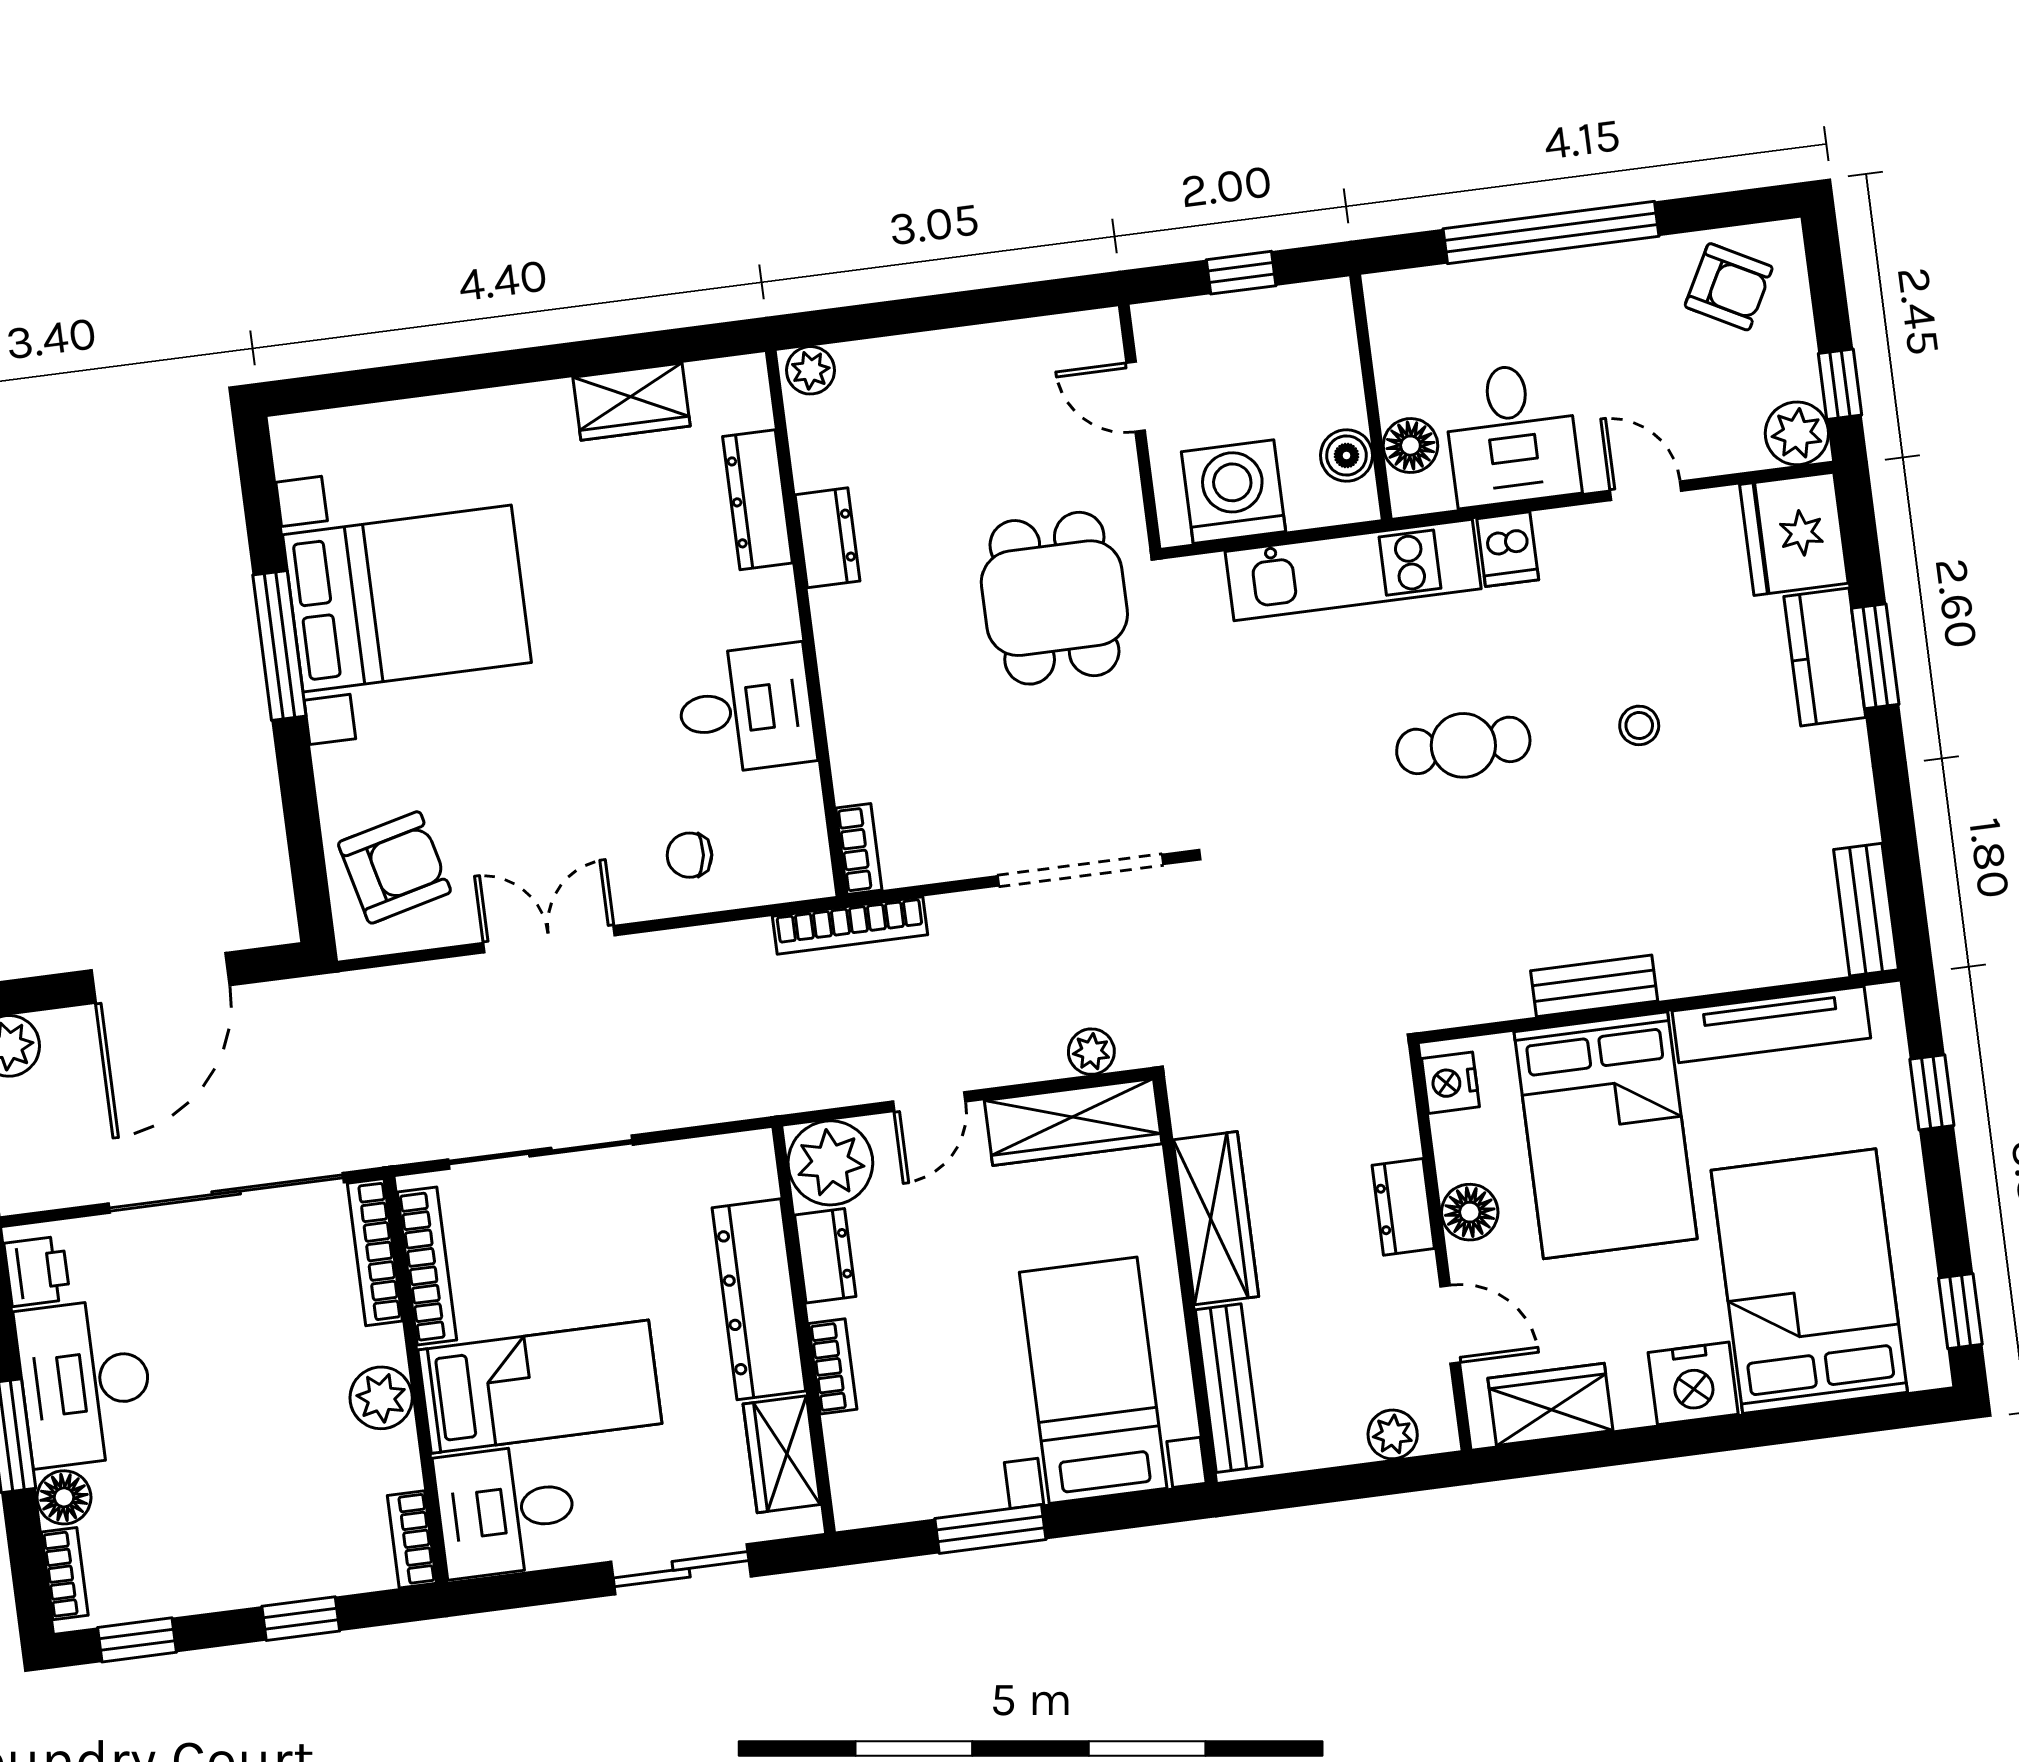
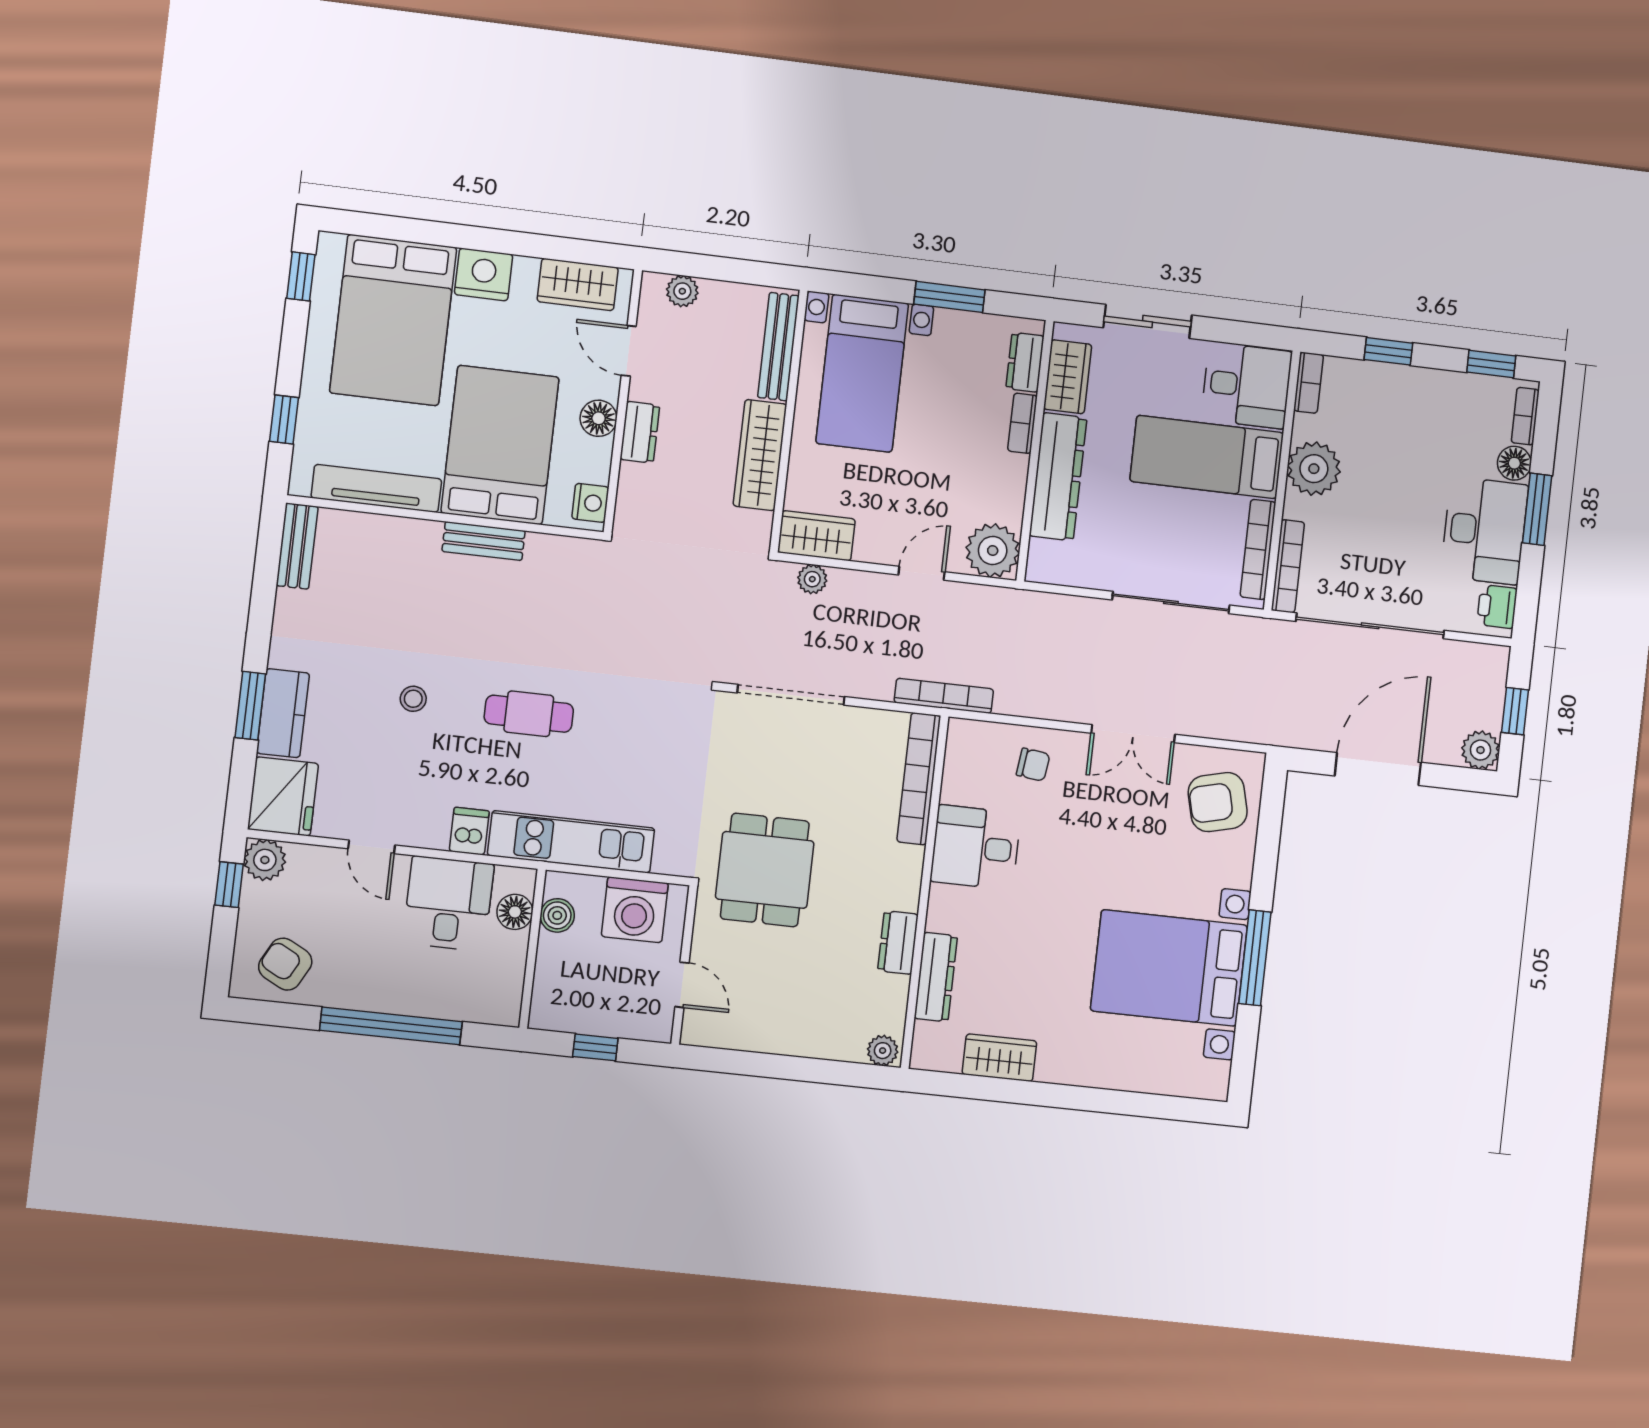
bookcase: (859, 849) -> (919, 779), width x2.31, depth x1.31
wardrobe: (1073, 1122) -> (816, 536), width x0.67
dresser: (825, 1256) -> (1025, 362), moved
plant: (381, 1398) -> (1314, 469), width x1.36, depth x1.36

